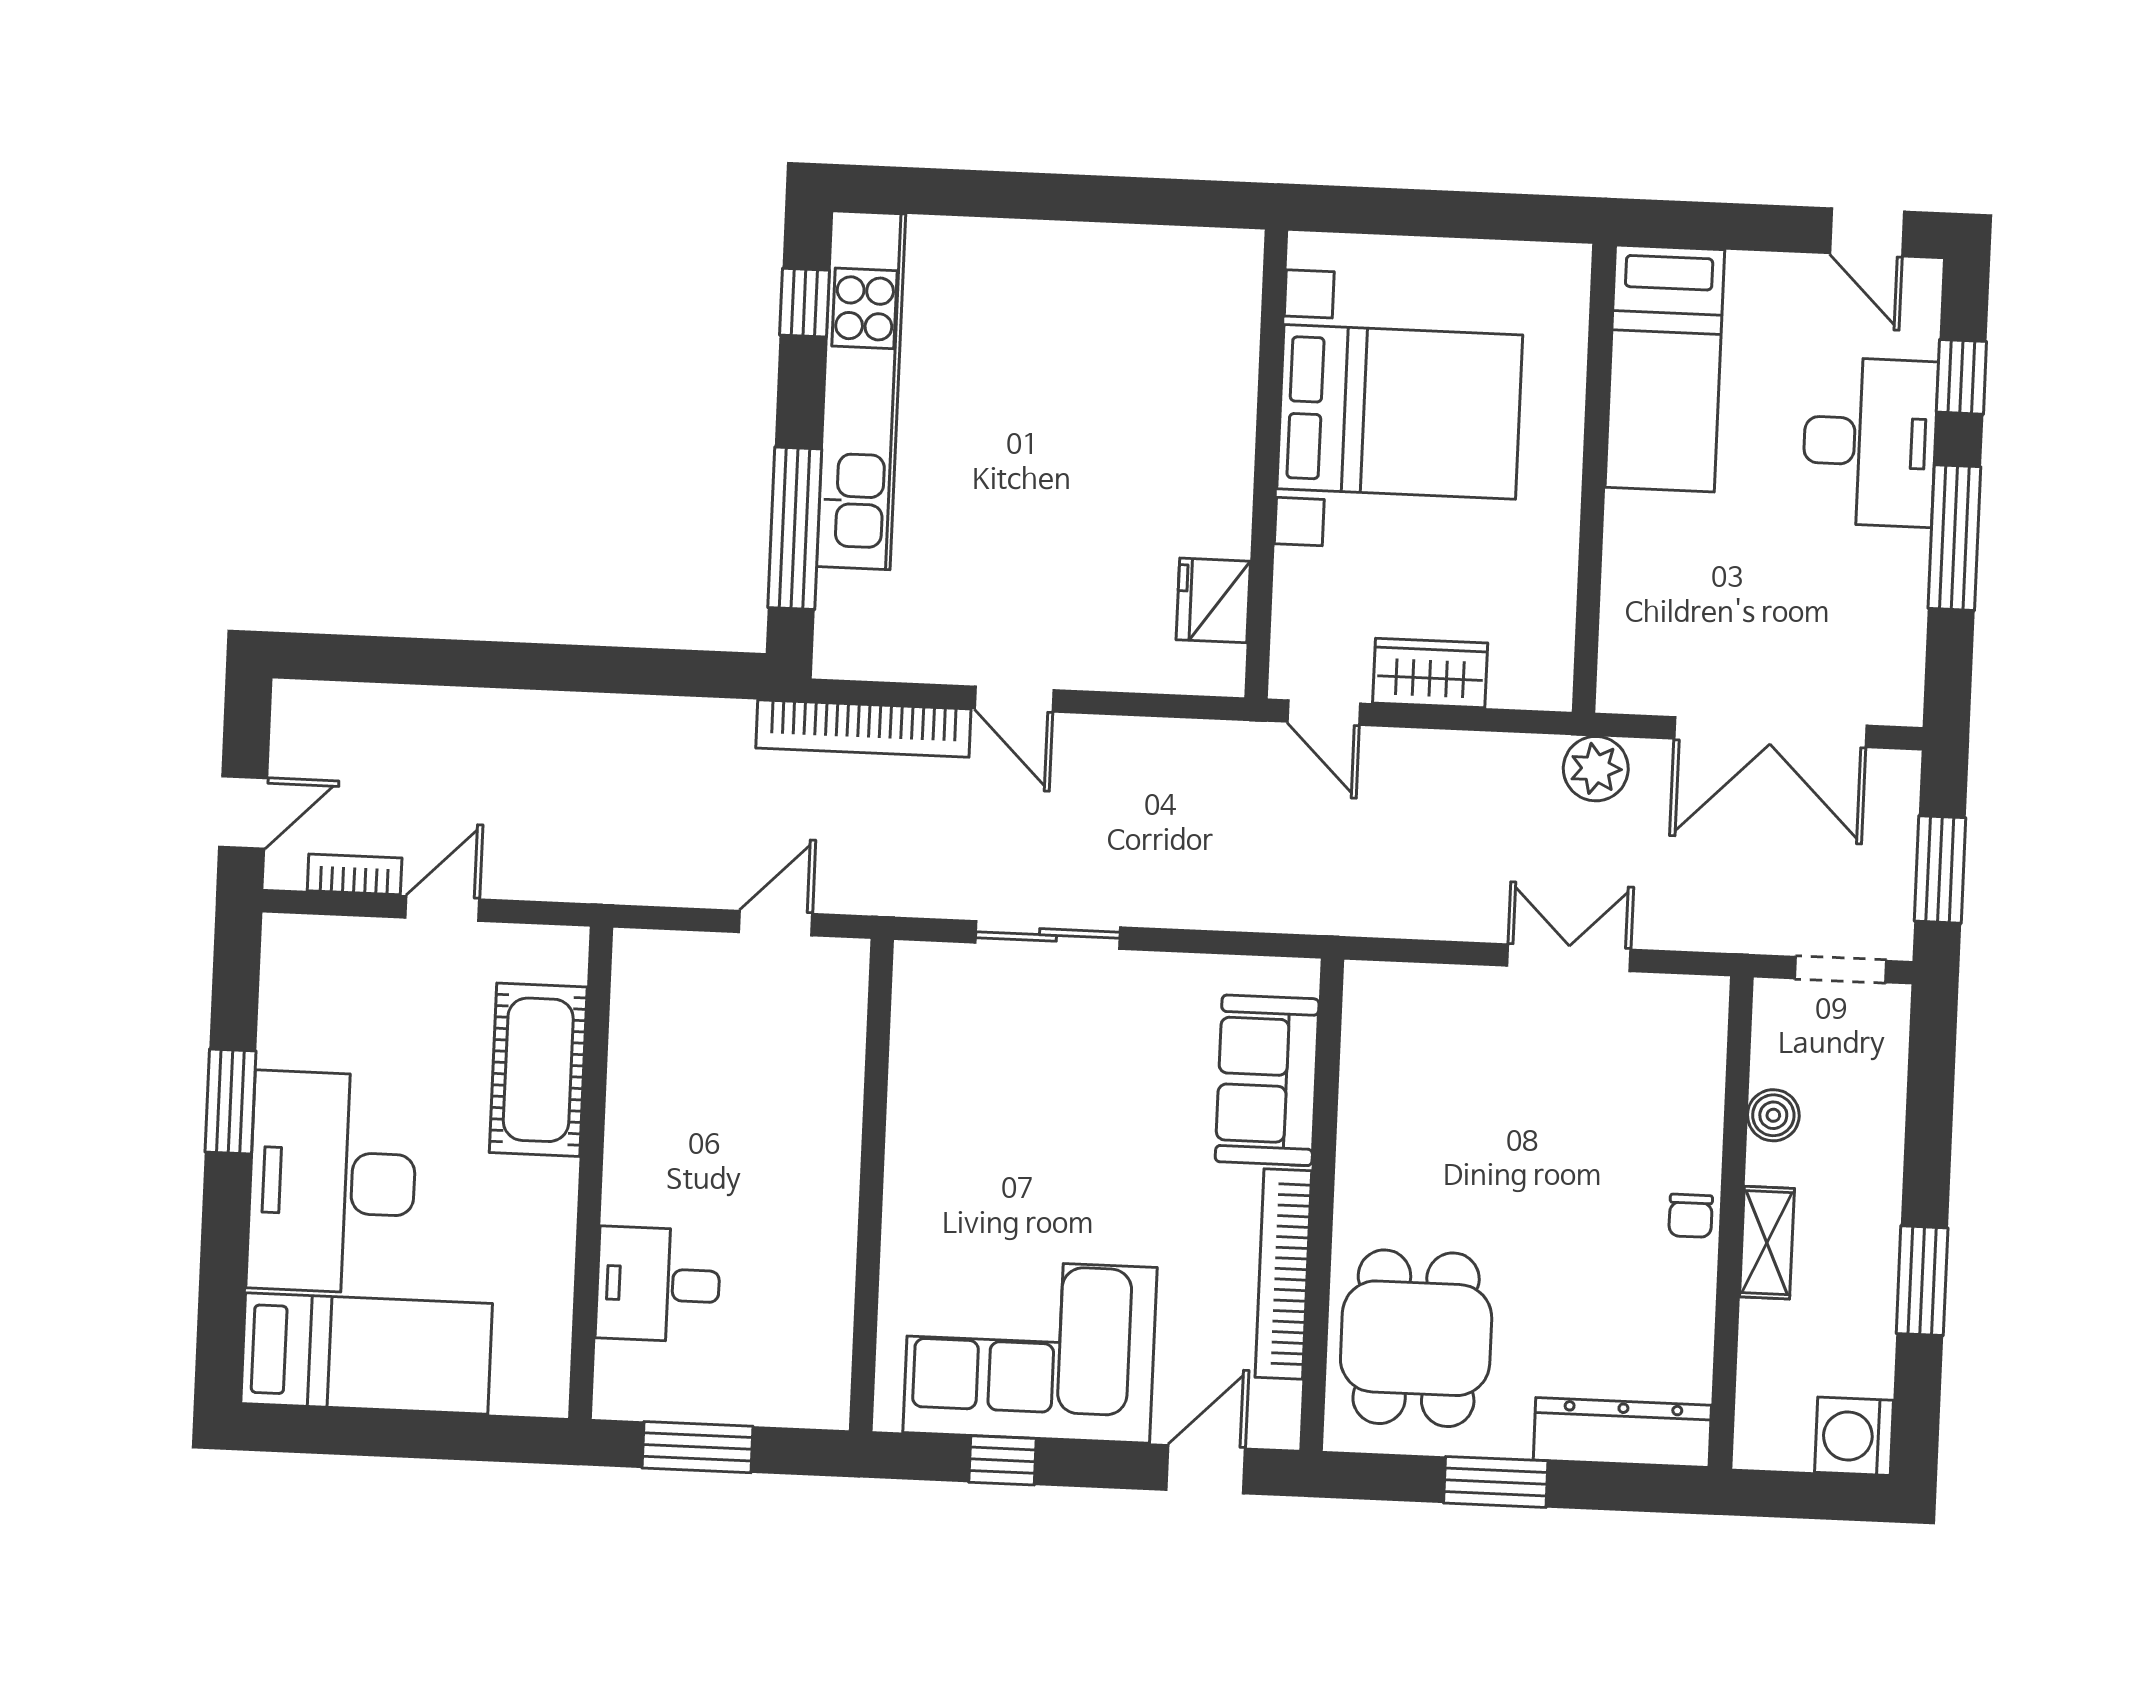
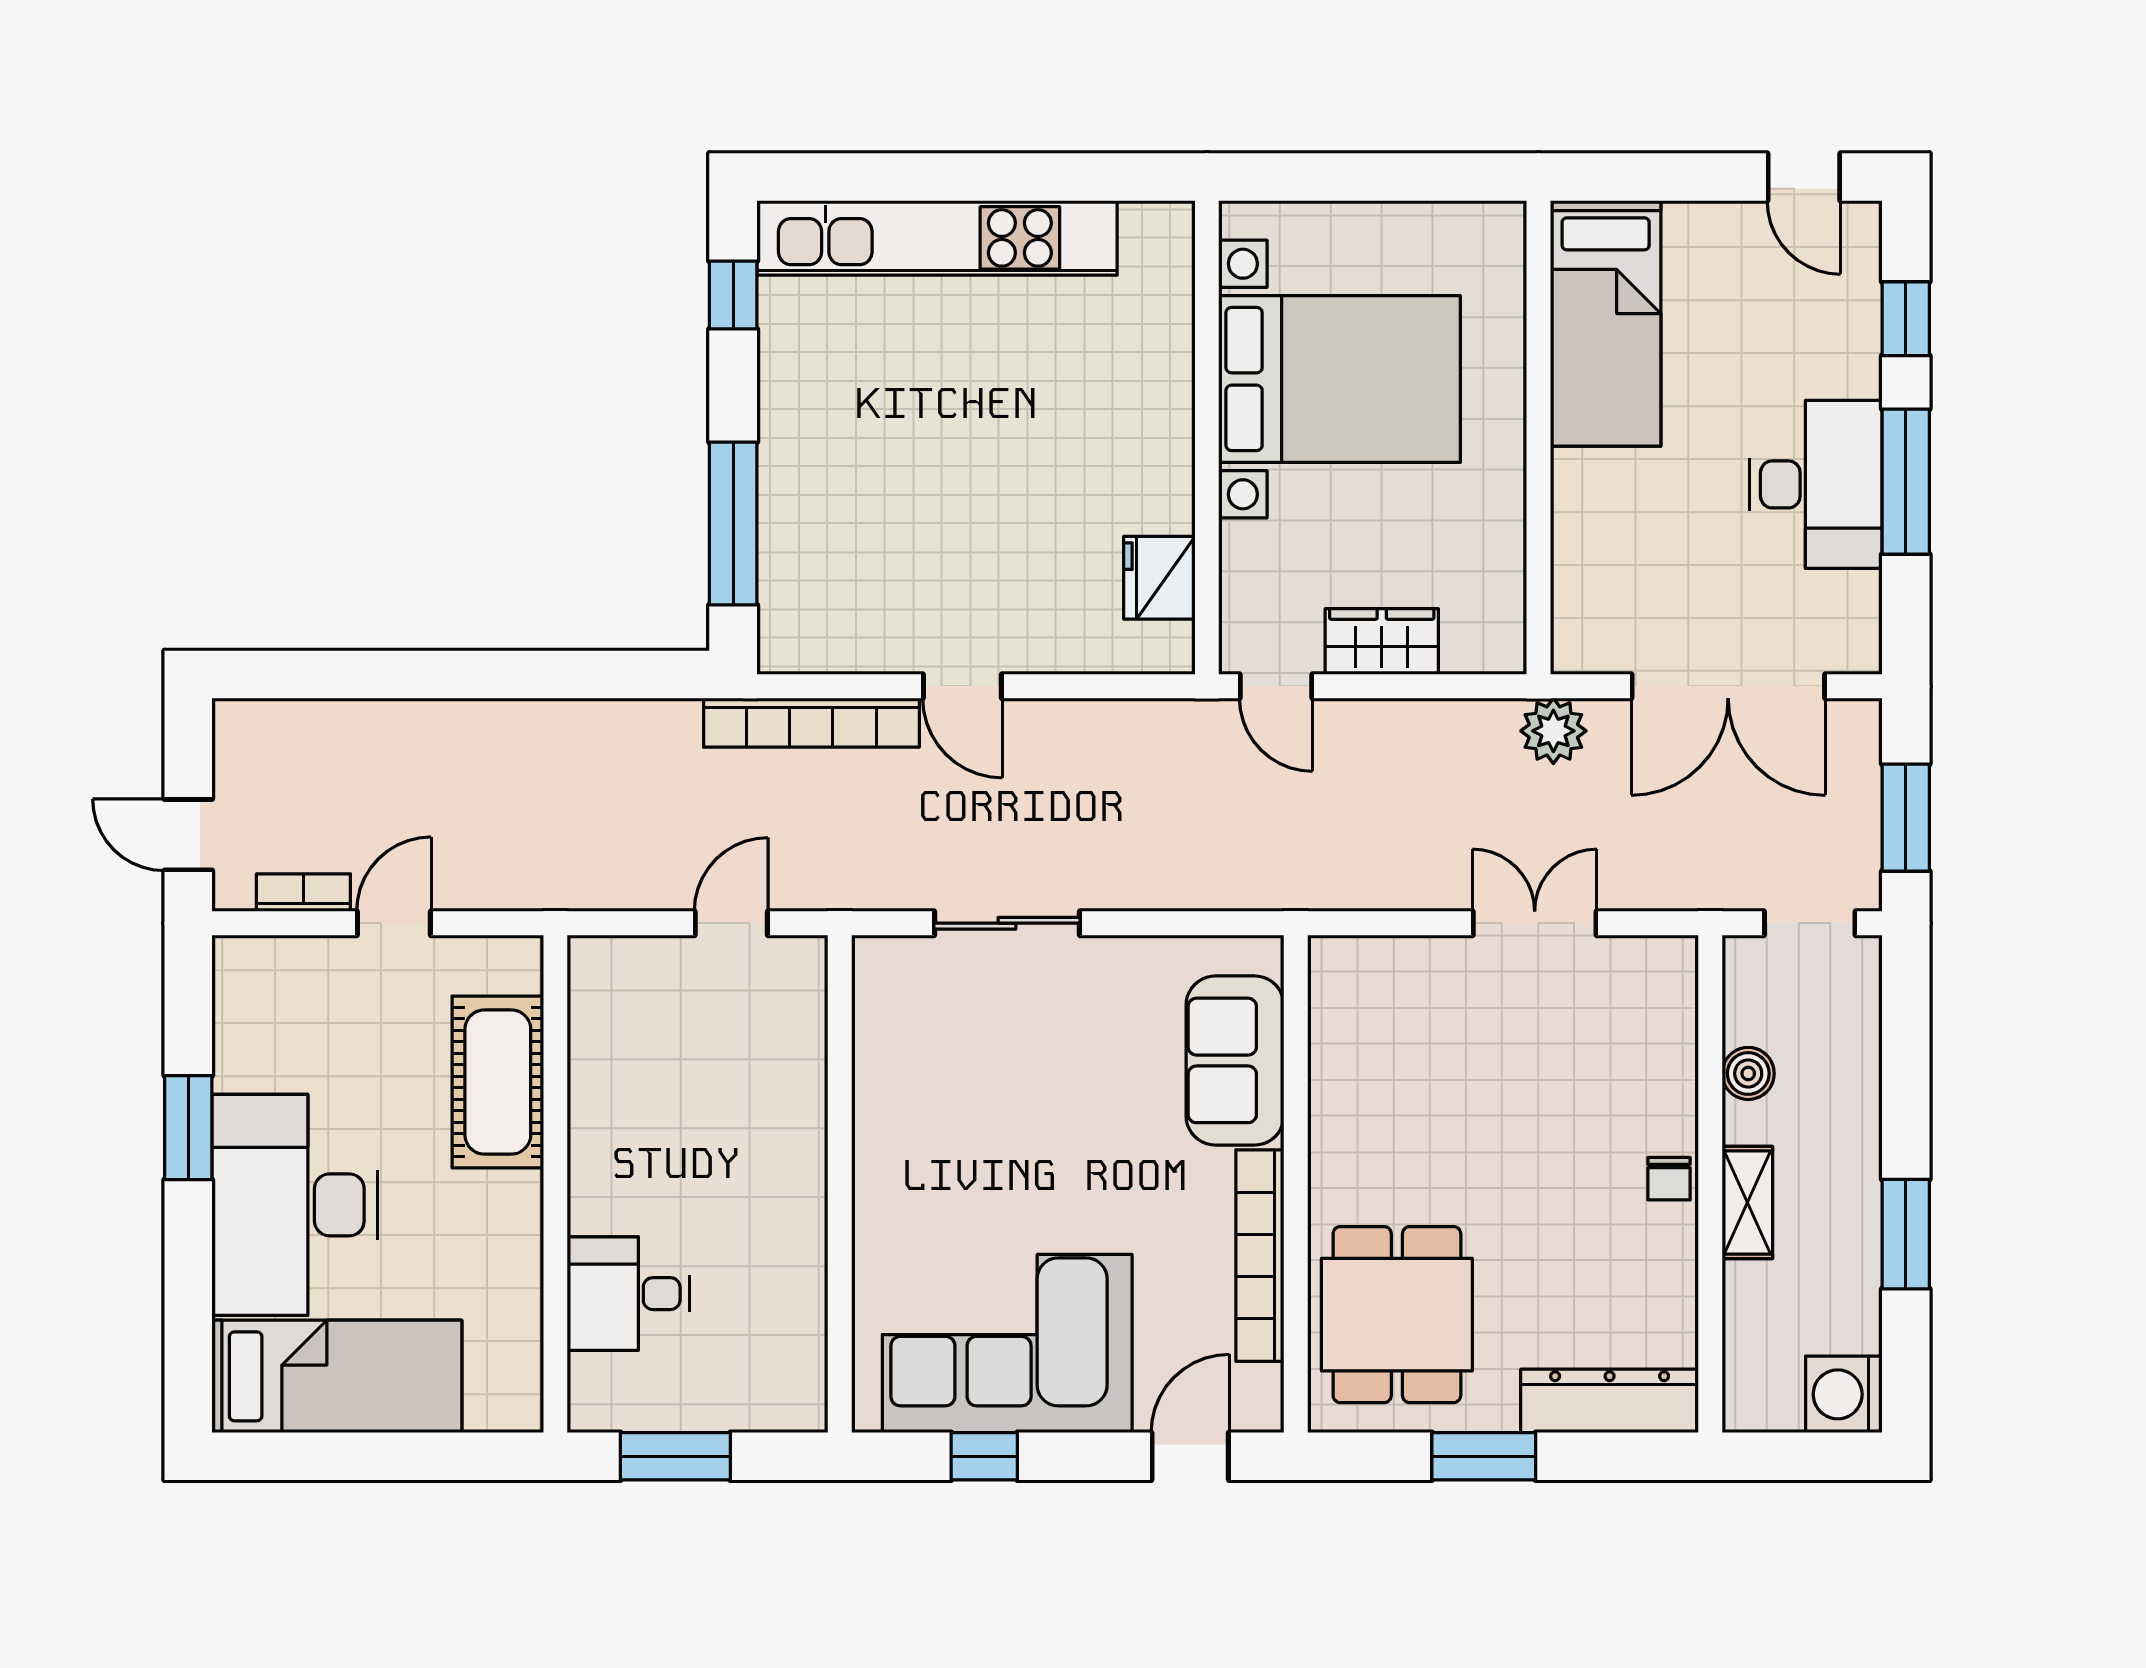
kitchen unit: (861, 390) -> (937, 238), moved, turned 90
desk: (1870, 442) -> (1816, 484), moved
door: (243, 812) -> (188, 835), swing flipped

